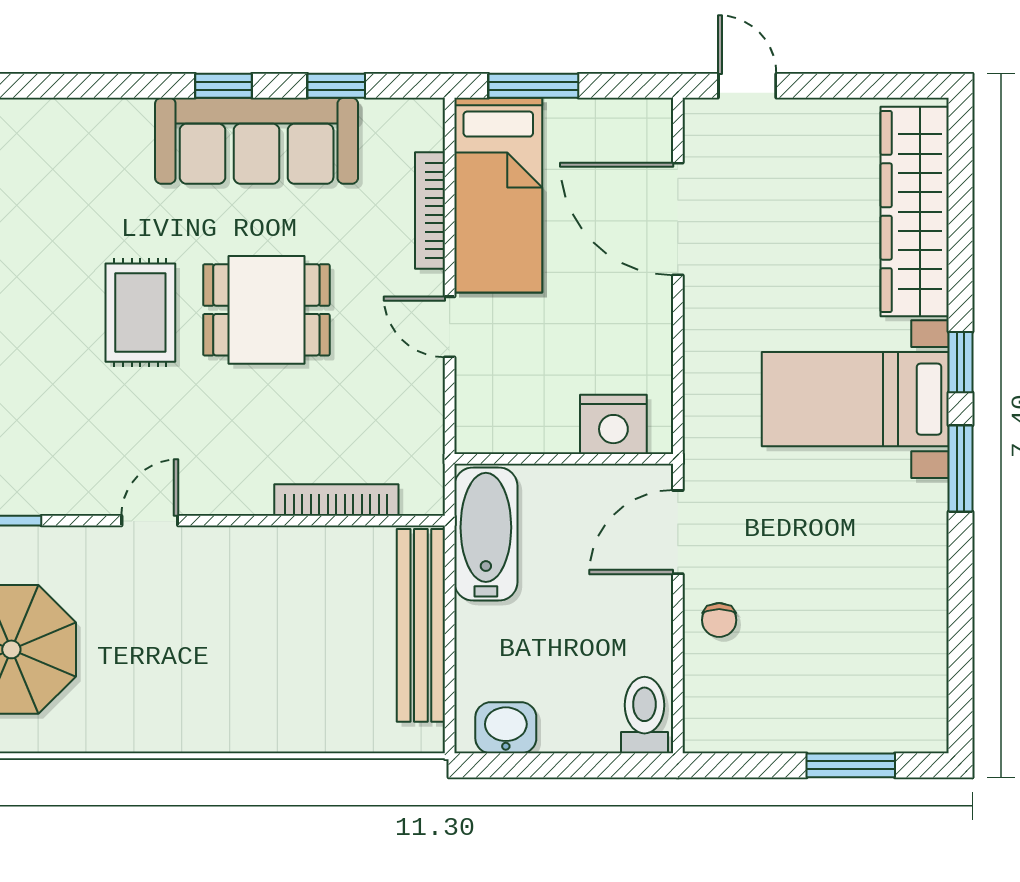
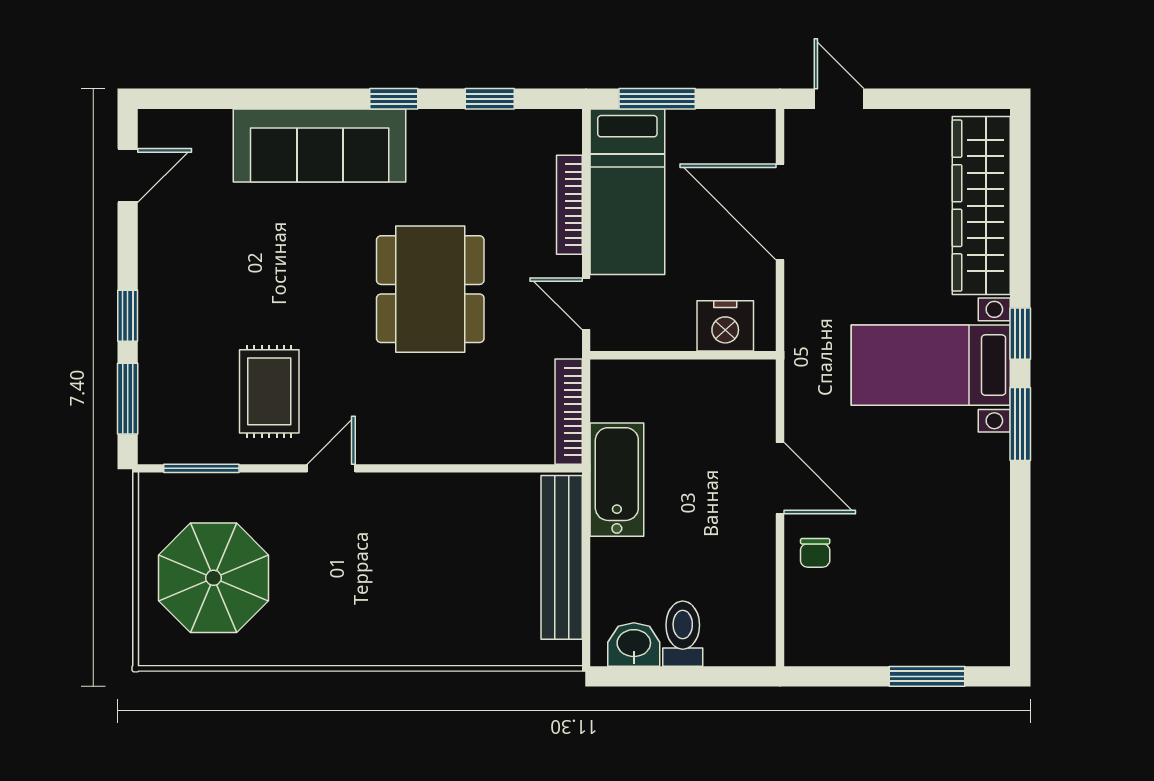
sofa: (257, 141) -> (320, 145), moved
dining table: (266, 310) -> (430, 289), width x1.37
rug: (140, 313) -> (269, 391), moved
nightstand: (613, 424) -> (725, 326), moved
wall: (564, 459) -> (683, 355), moved
bookcase: (336, 500) -> (569, 412), moved, turned -90
door: (678, 532) -> (780, 478), swing flipped
toilet: (644, 715) -> (683, 634), moved

